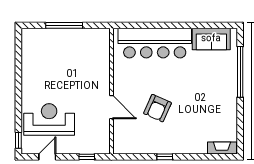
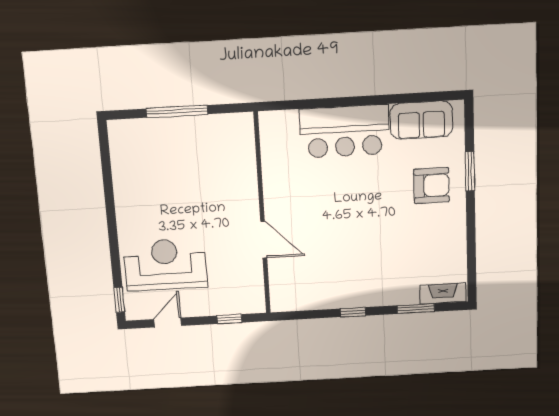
bar counter: (155, 43) -> (344, 131), width x0.73
window: (240, 72) -> (470, 171), width x0.47
armchair: (158, 108) -> (432, 186), moved, turned -114
window: (205, 157) -> (416, 309), added

